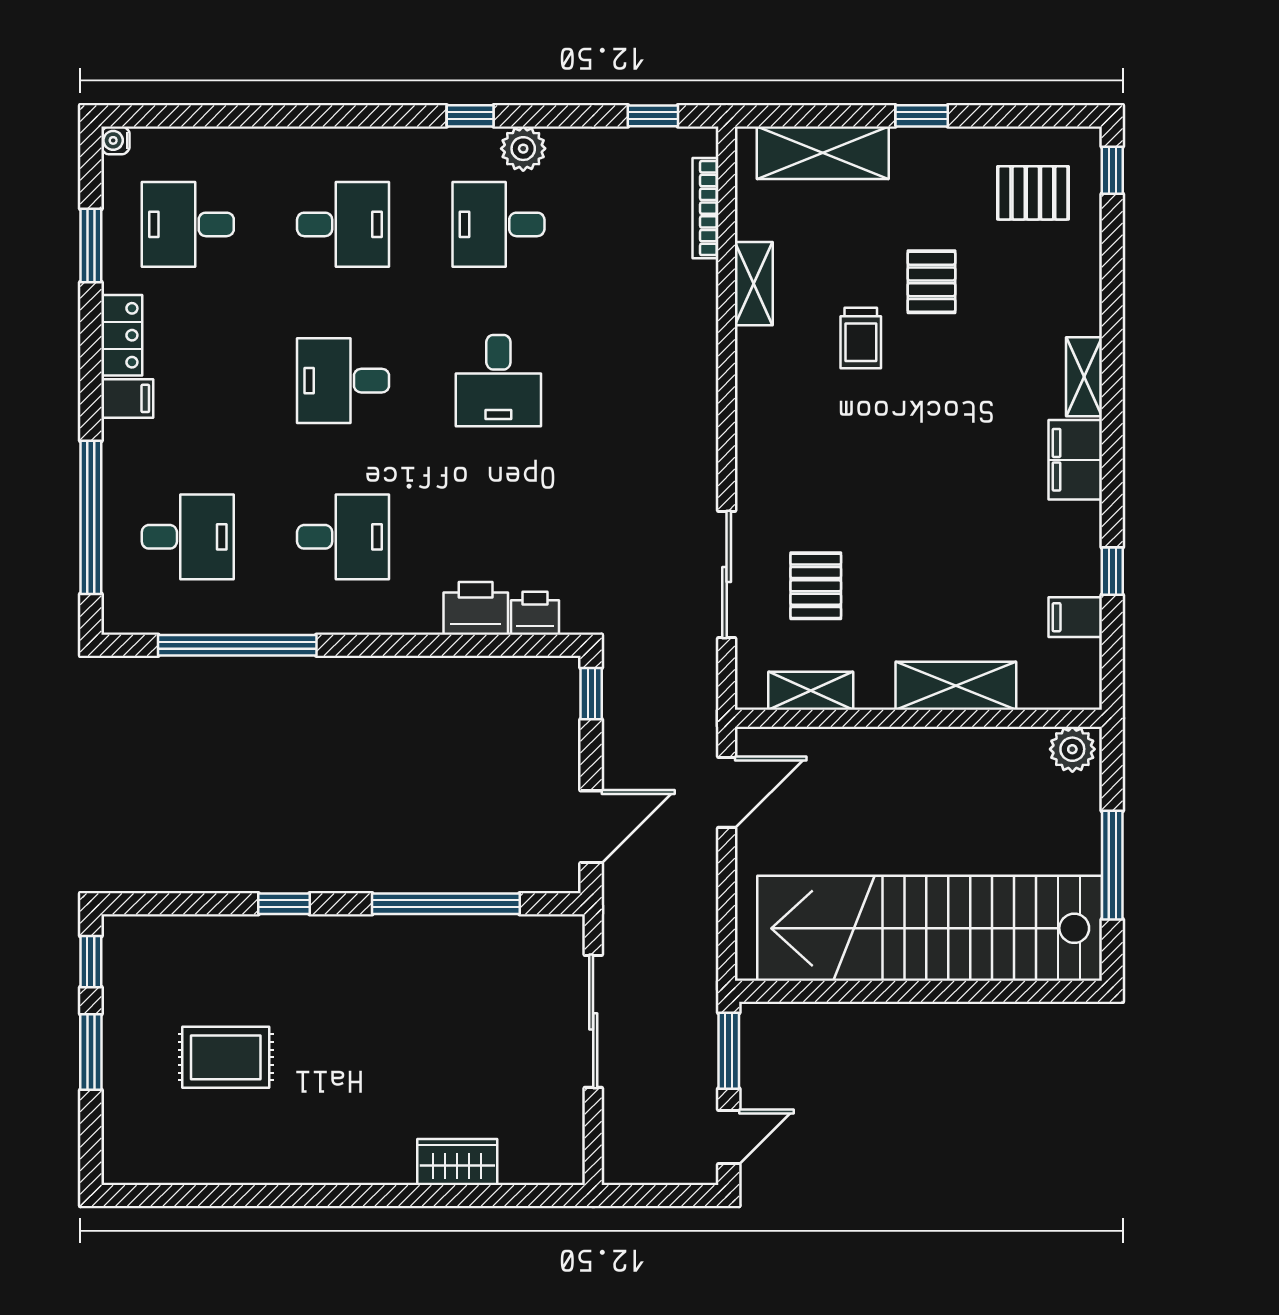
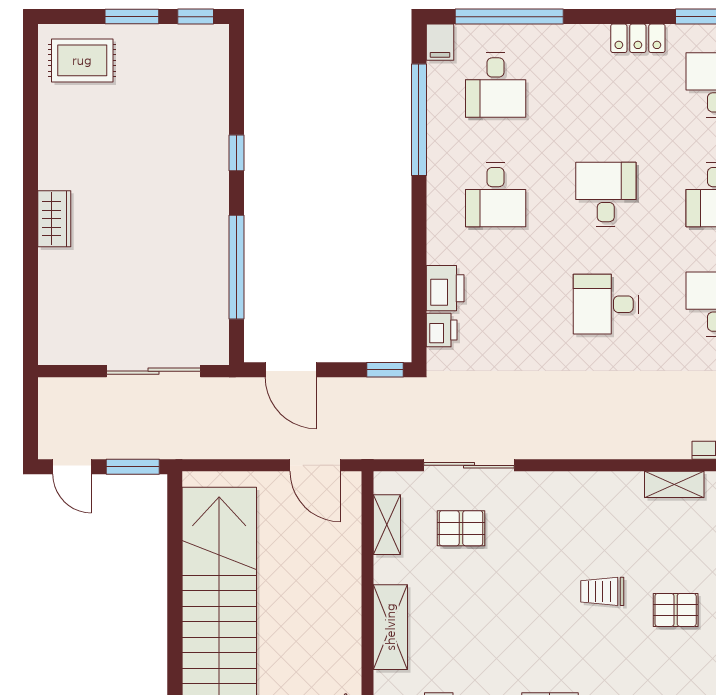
trolley: (861, 338) -> (602, 591), moved
filing cabinet: (127, 398) -> (440, 42), moved
rug: (226, 1057) -> (82, 60), moved, turned 90
wardrobe: (457, 1162) -> (54, 219), moved

